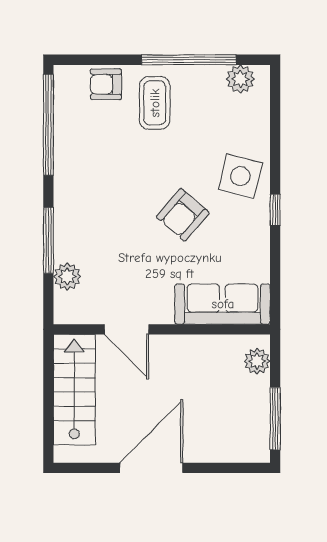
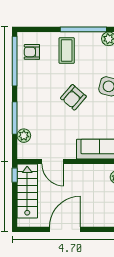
armchair: (106, 84) -> (32, 52), moved
armchair: (183, 215) -> (73, 97), moved
window: (48, 357) -> (15, 175), added

